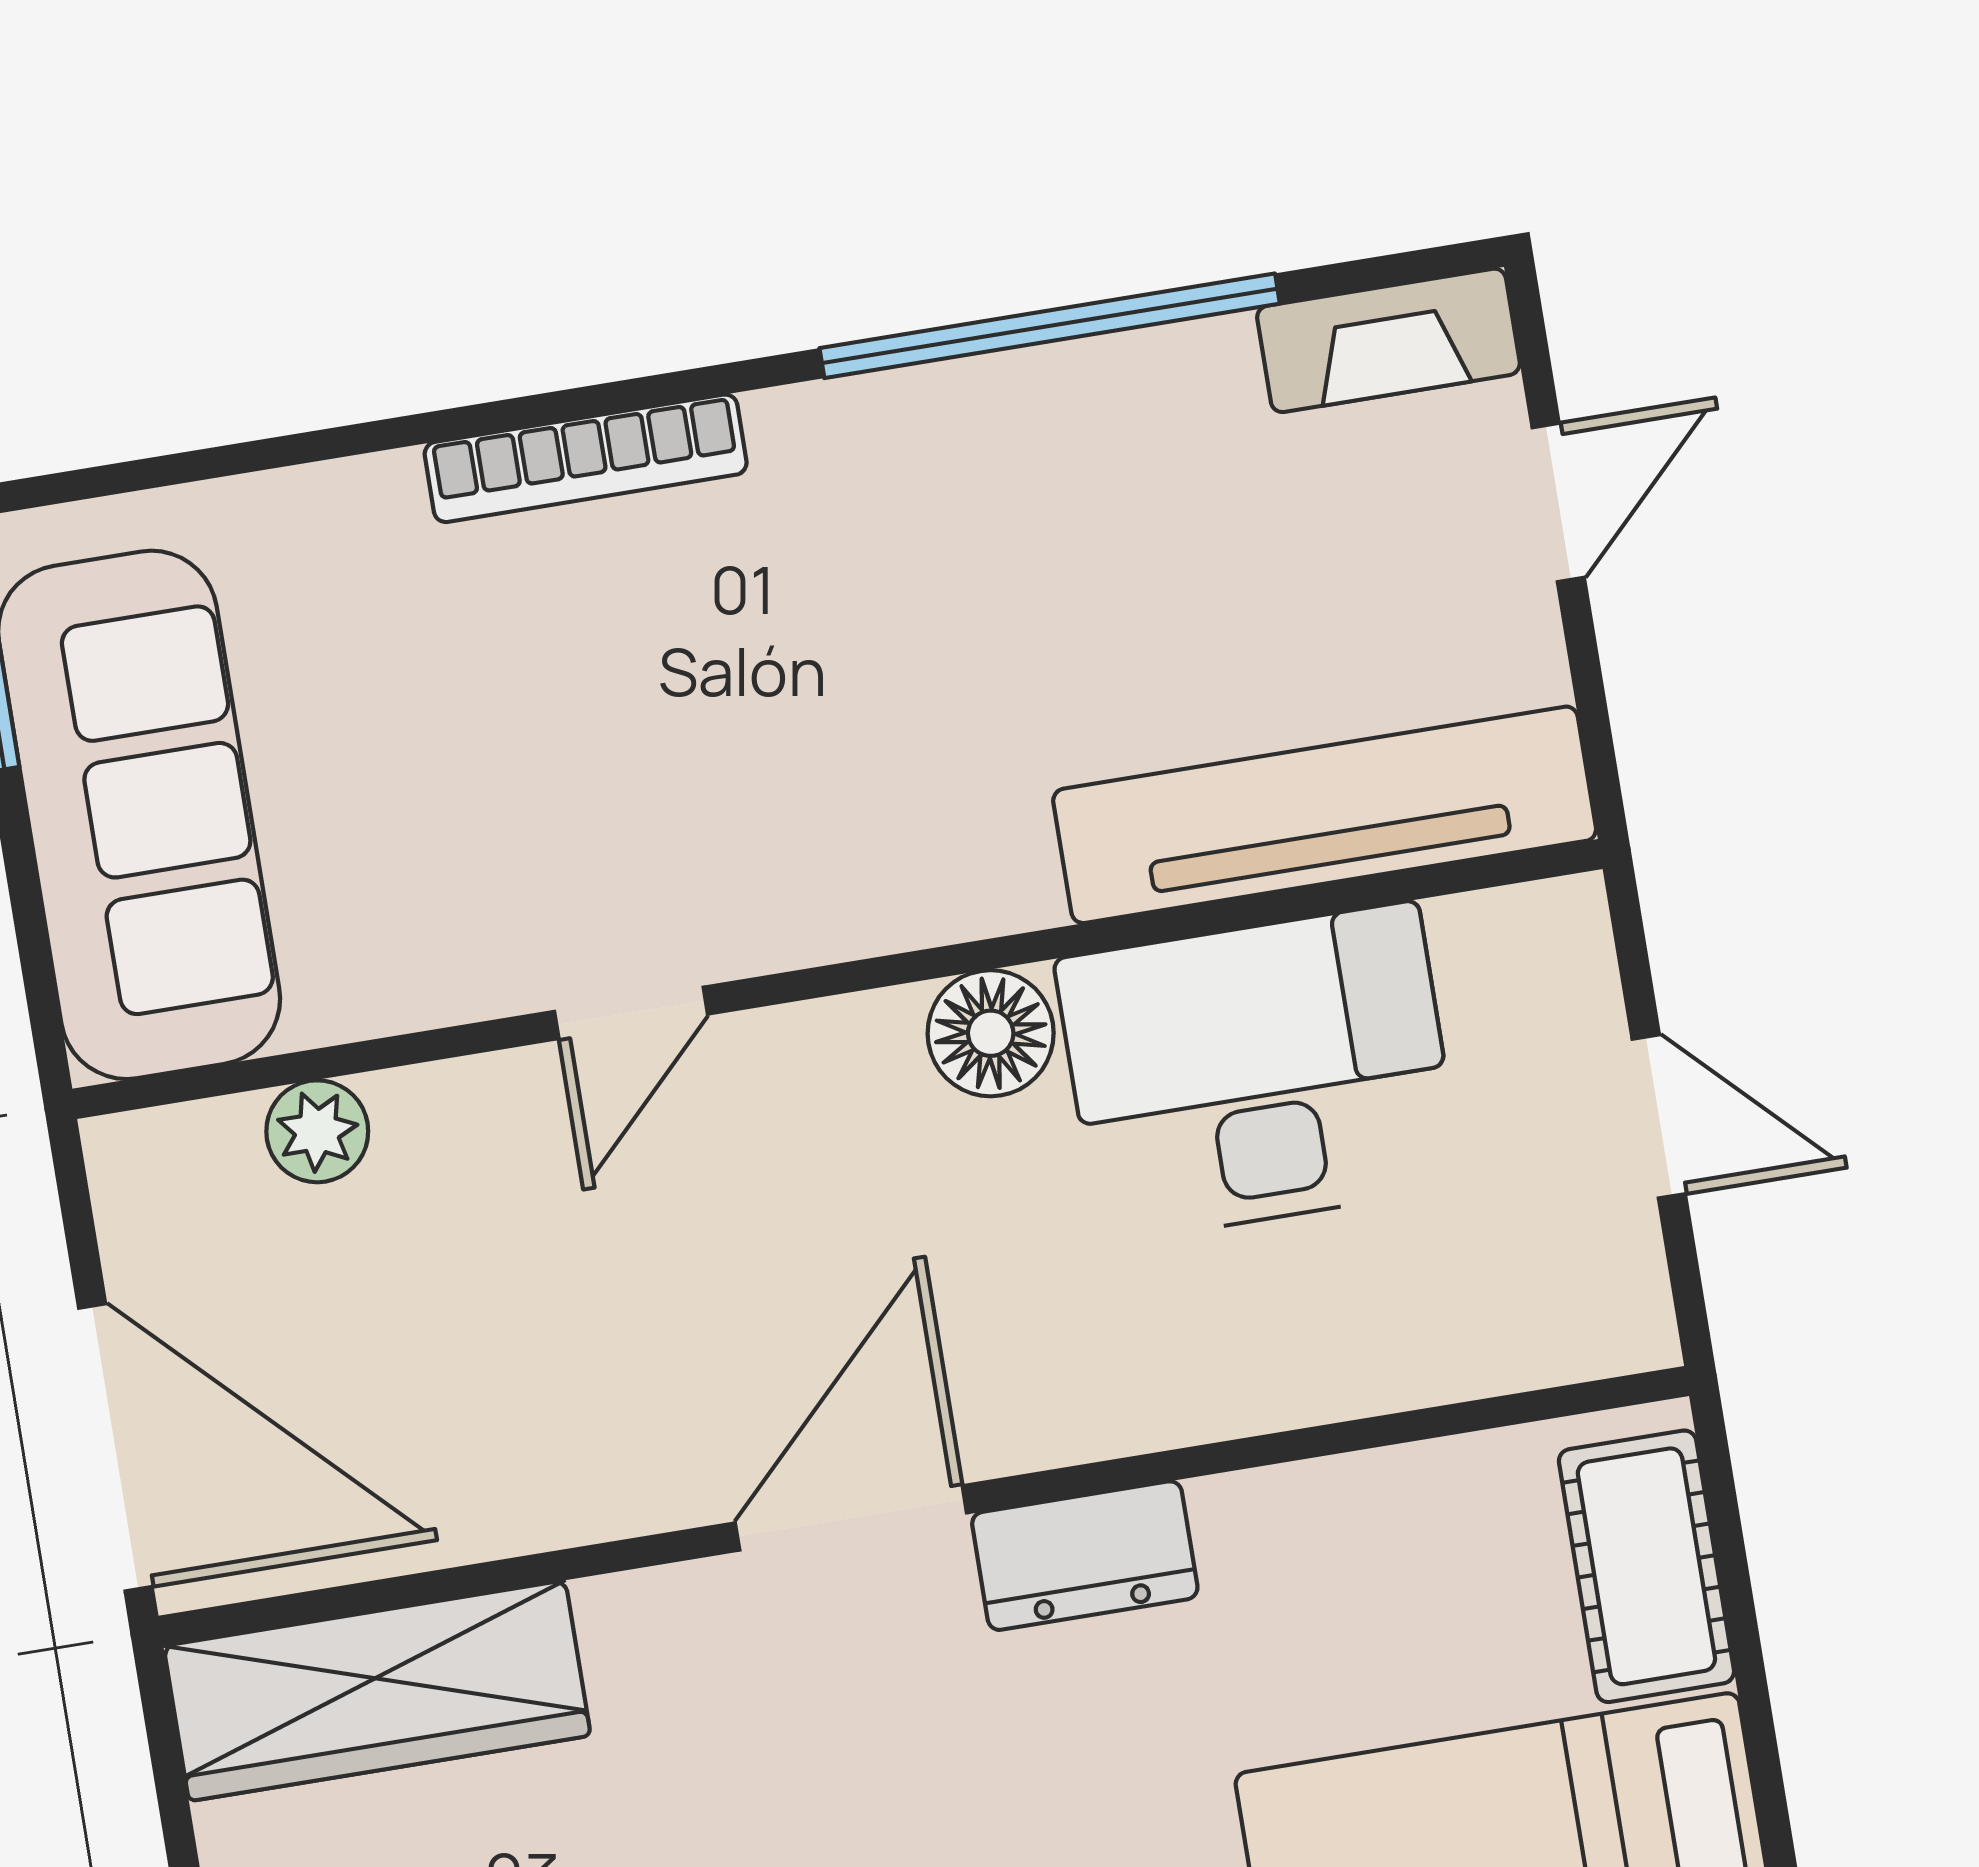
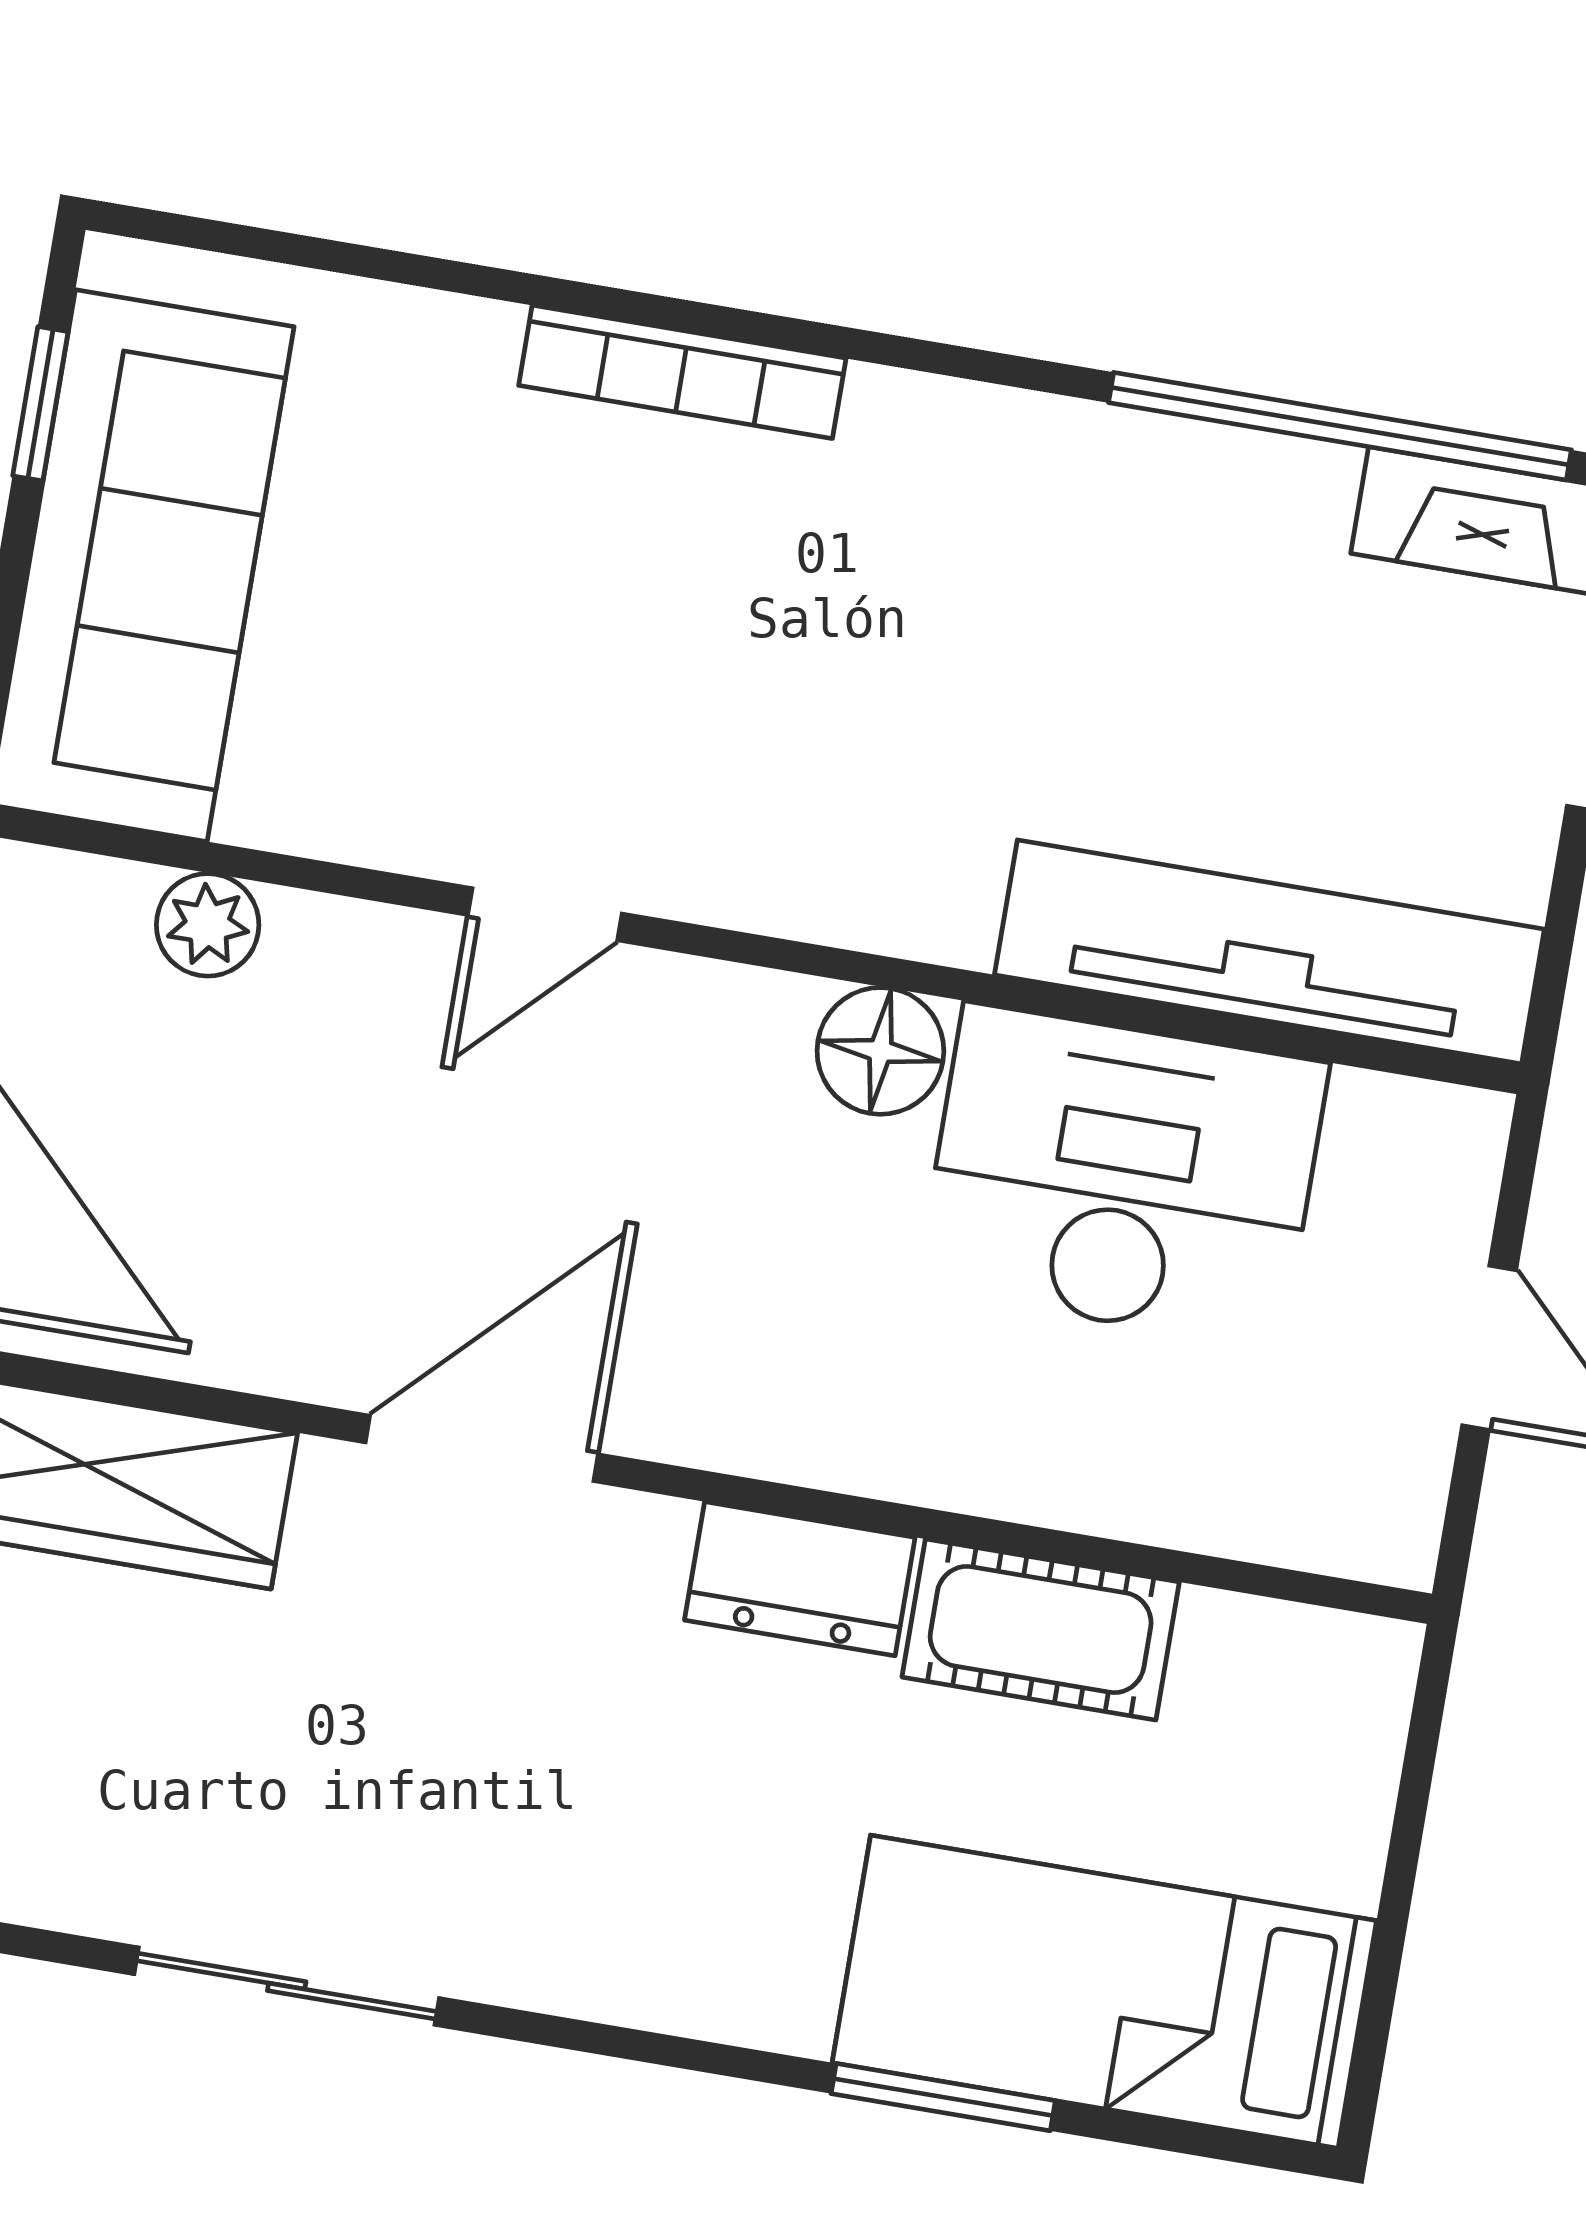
window: (1050, 326) -> (1340, 426), moved
door: (851, 1518) -> (482, 1448), moved
cot: (1646, 1566) -> (1041, 1630), moved, turned 90

